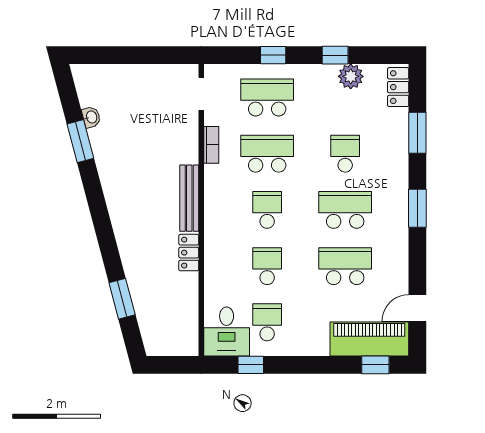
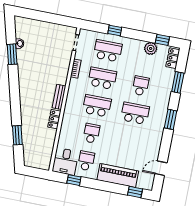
window: (335, 55) -> (162, 40), moved
bench: (189, 198) -> (59, 97), width x0.73
school desk: (267, 210) -> (97, 106), width x1.85
school desk: (345, 266) -> (130, 141), removed
piano: (369, 339) -> (118, 175), moved

